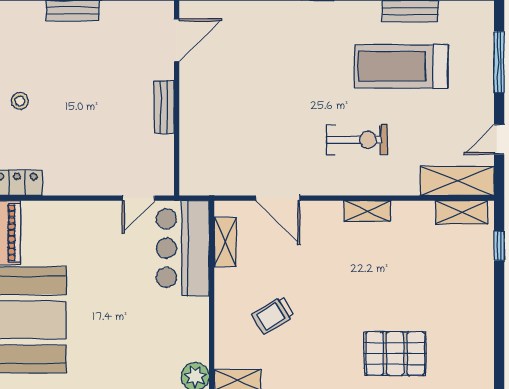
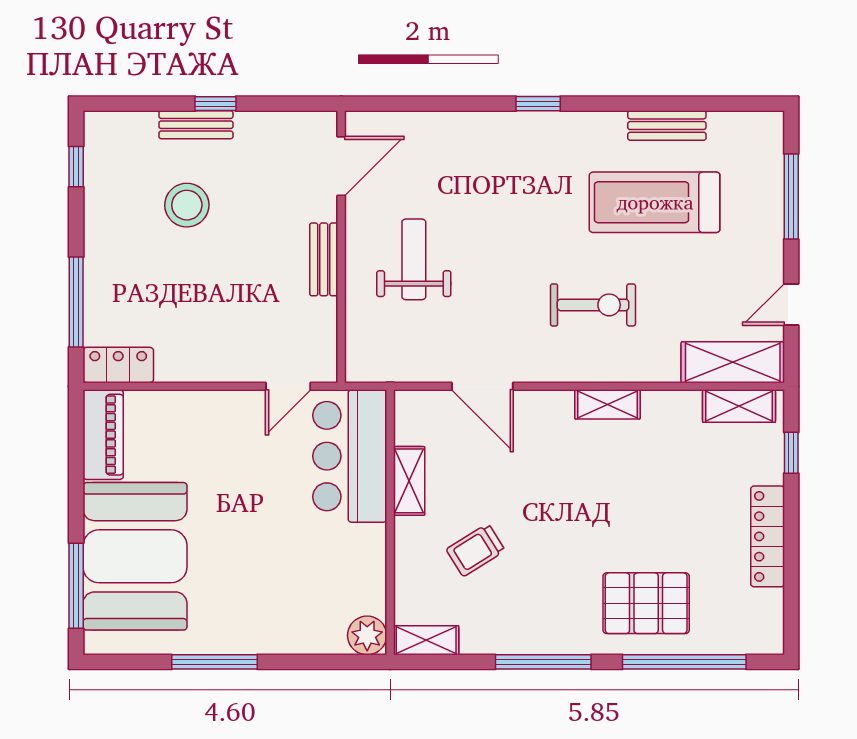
stool: (20, 101) -> (187, 205), moved, width x1.89, depth x1.89
weight bench: (229, 107) -> (414, 259), added
shelving: (225, 242) -> (409, 481), moved
locker: (482, 306) -> (768, 536), added

